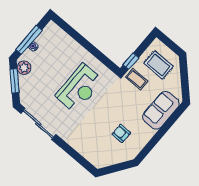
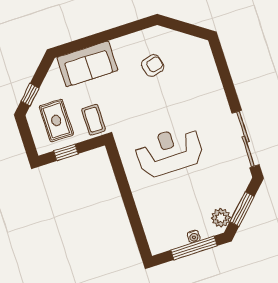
window: (131, 61) -> (66, 152), moved
window: (184, 71) -> (30, 95), added
armchair: (121, 133) -> (153, 66), turned -104

